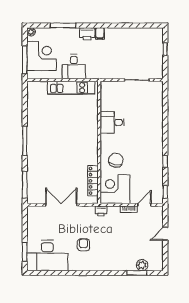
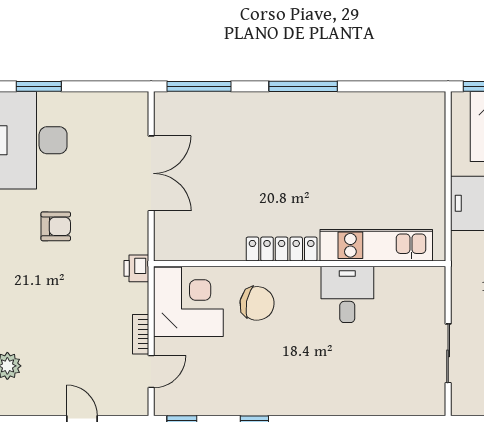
kitchen unit: (71, 88) -> (376, 245), moved, turned 90
locker: (93, 181) -> (282, 249), moved
door: (144, 205) -> (151, 372), hinge flipped

